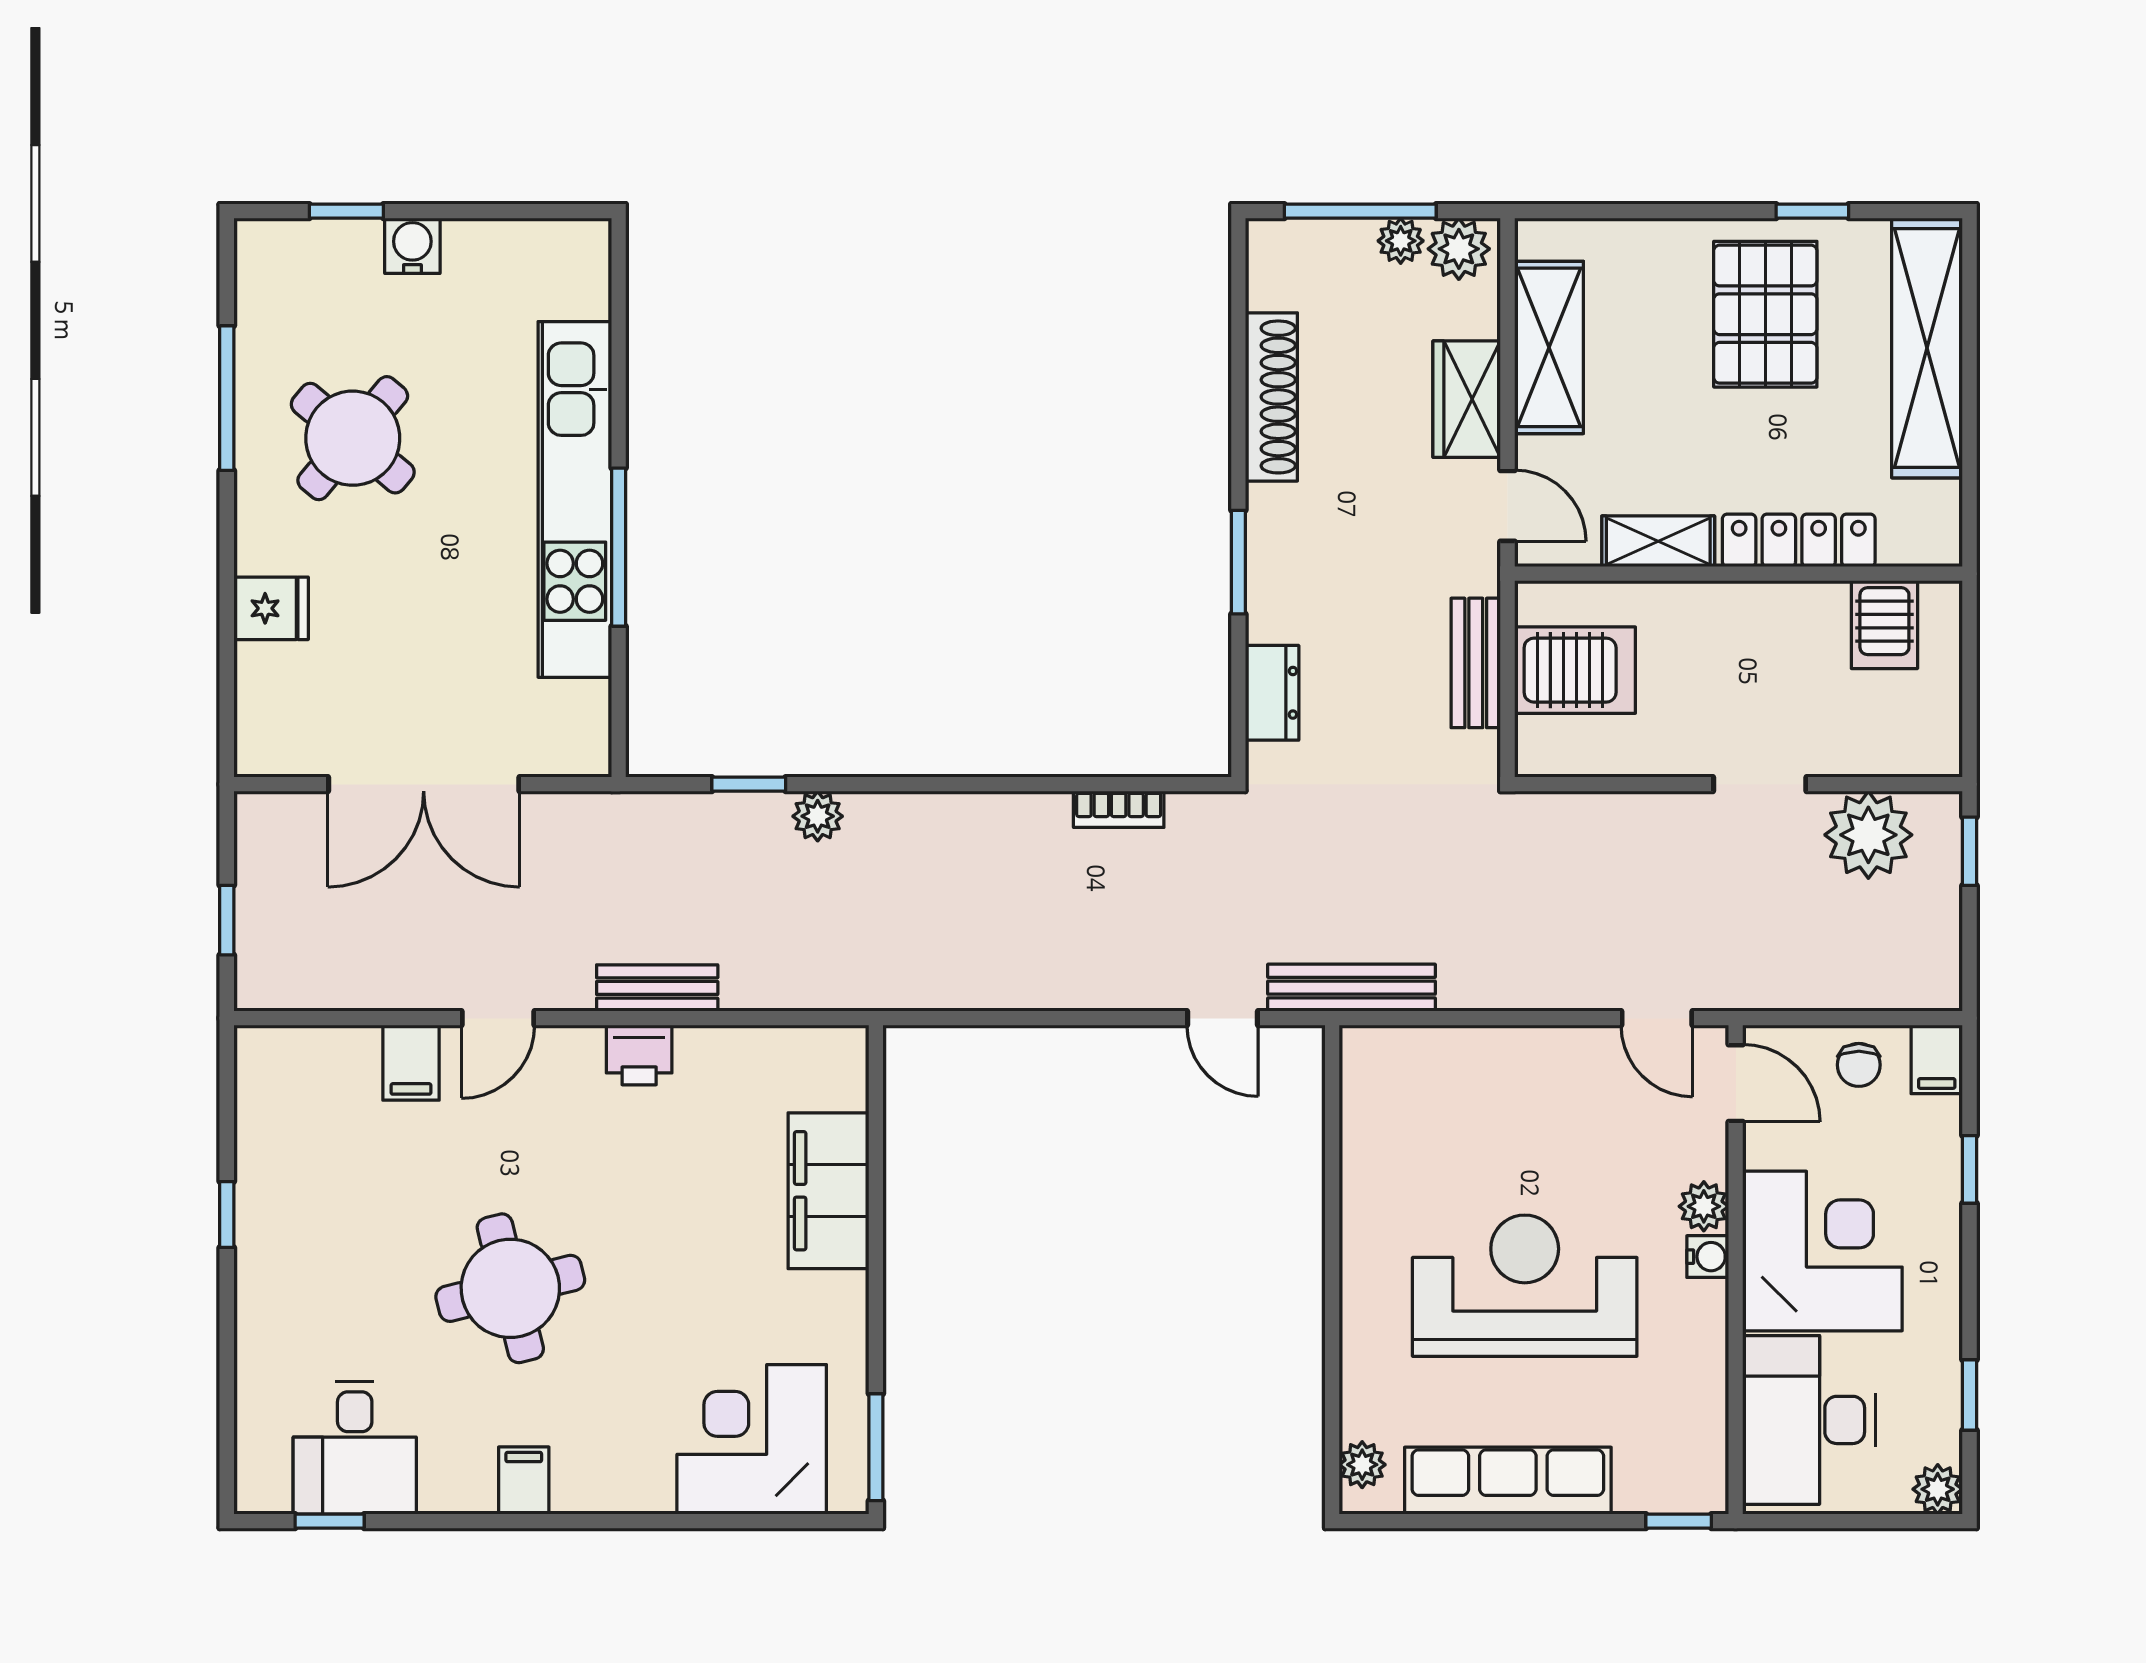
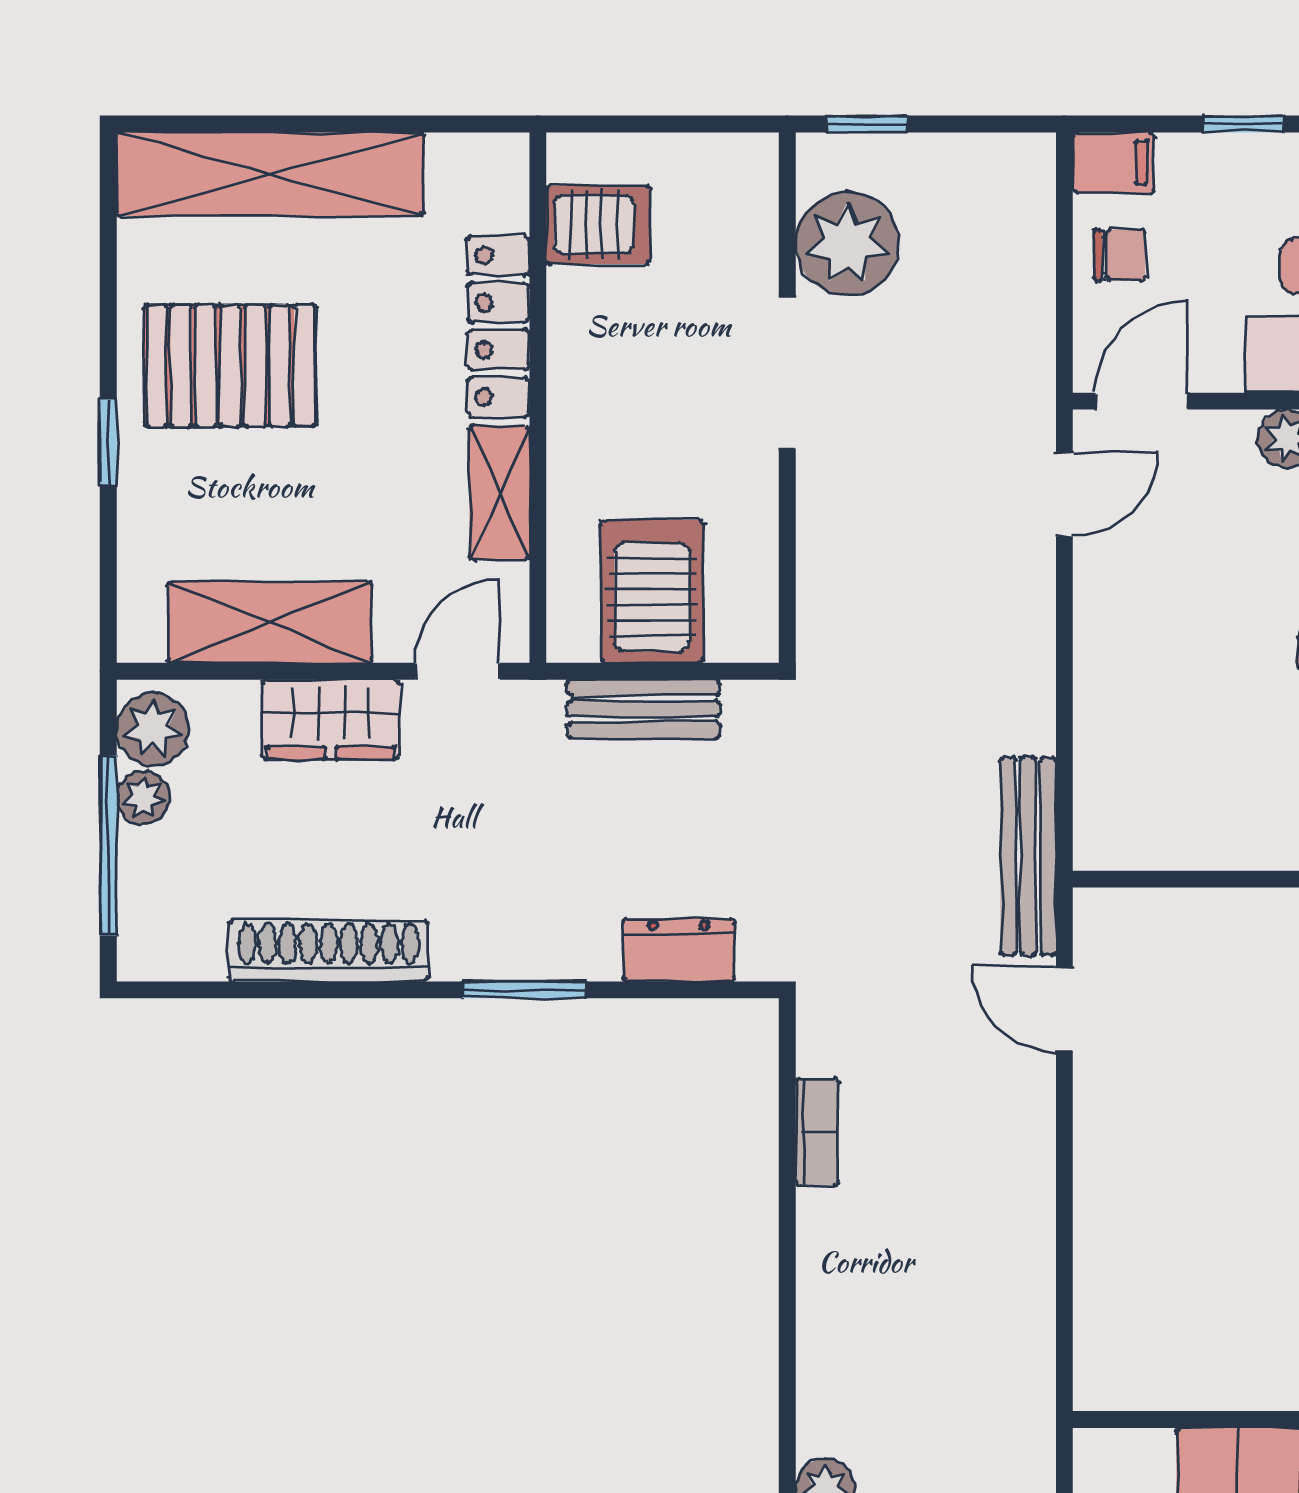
window: (1812, 211) -> (108, 442), moved
doorway: (1760, 784) -> (787, 372), width x1.38
door: (1223, 1018) -> (1064, 1009), swing flipped

